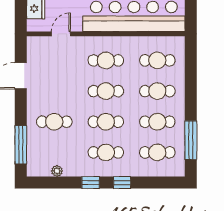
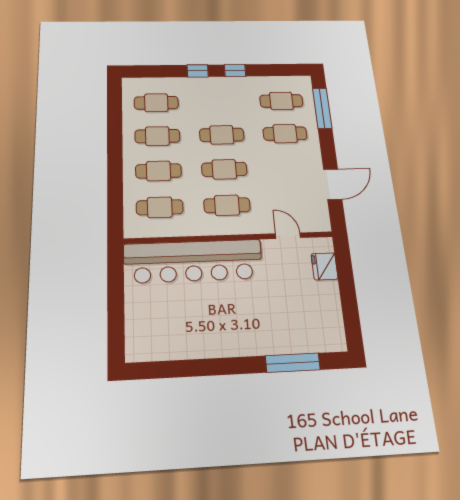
door: (61, 34) -> (288, 236), swing flipped
window: (191, 140) -> (115, 117), removed
cafe table: (106, 152) -> (281, 101), moved
plant: (57, 171) -> (276, 82), removed

